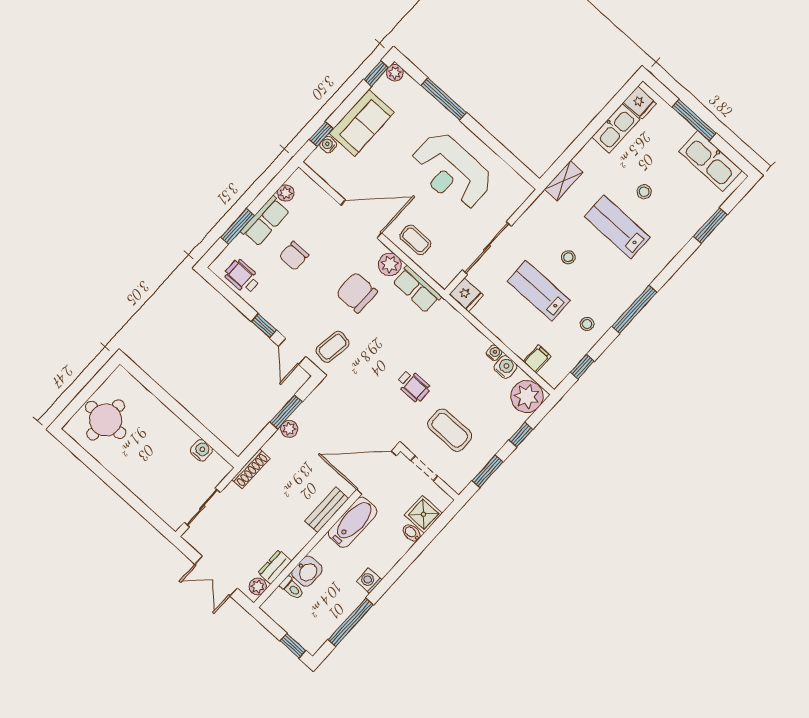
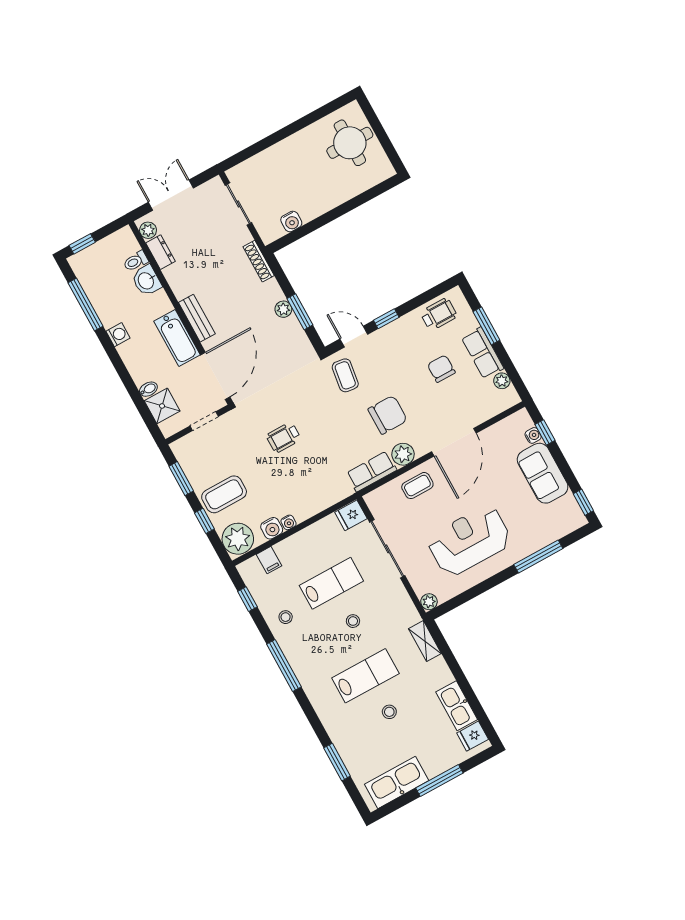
plant: (395, 73) -> (429, 602), moved
coffee table: (450, 430) -> (224, 494), moved

